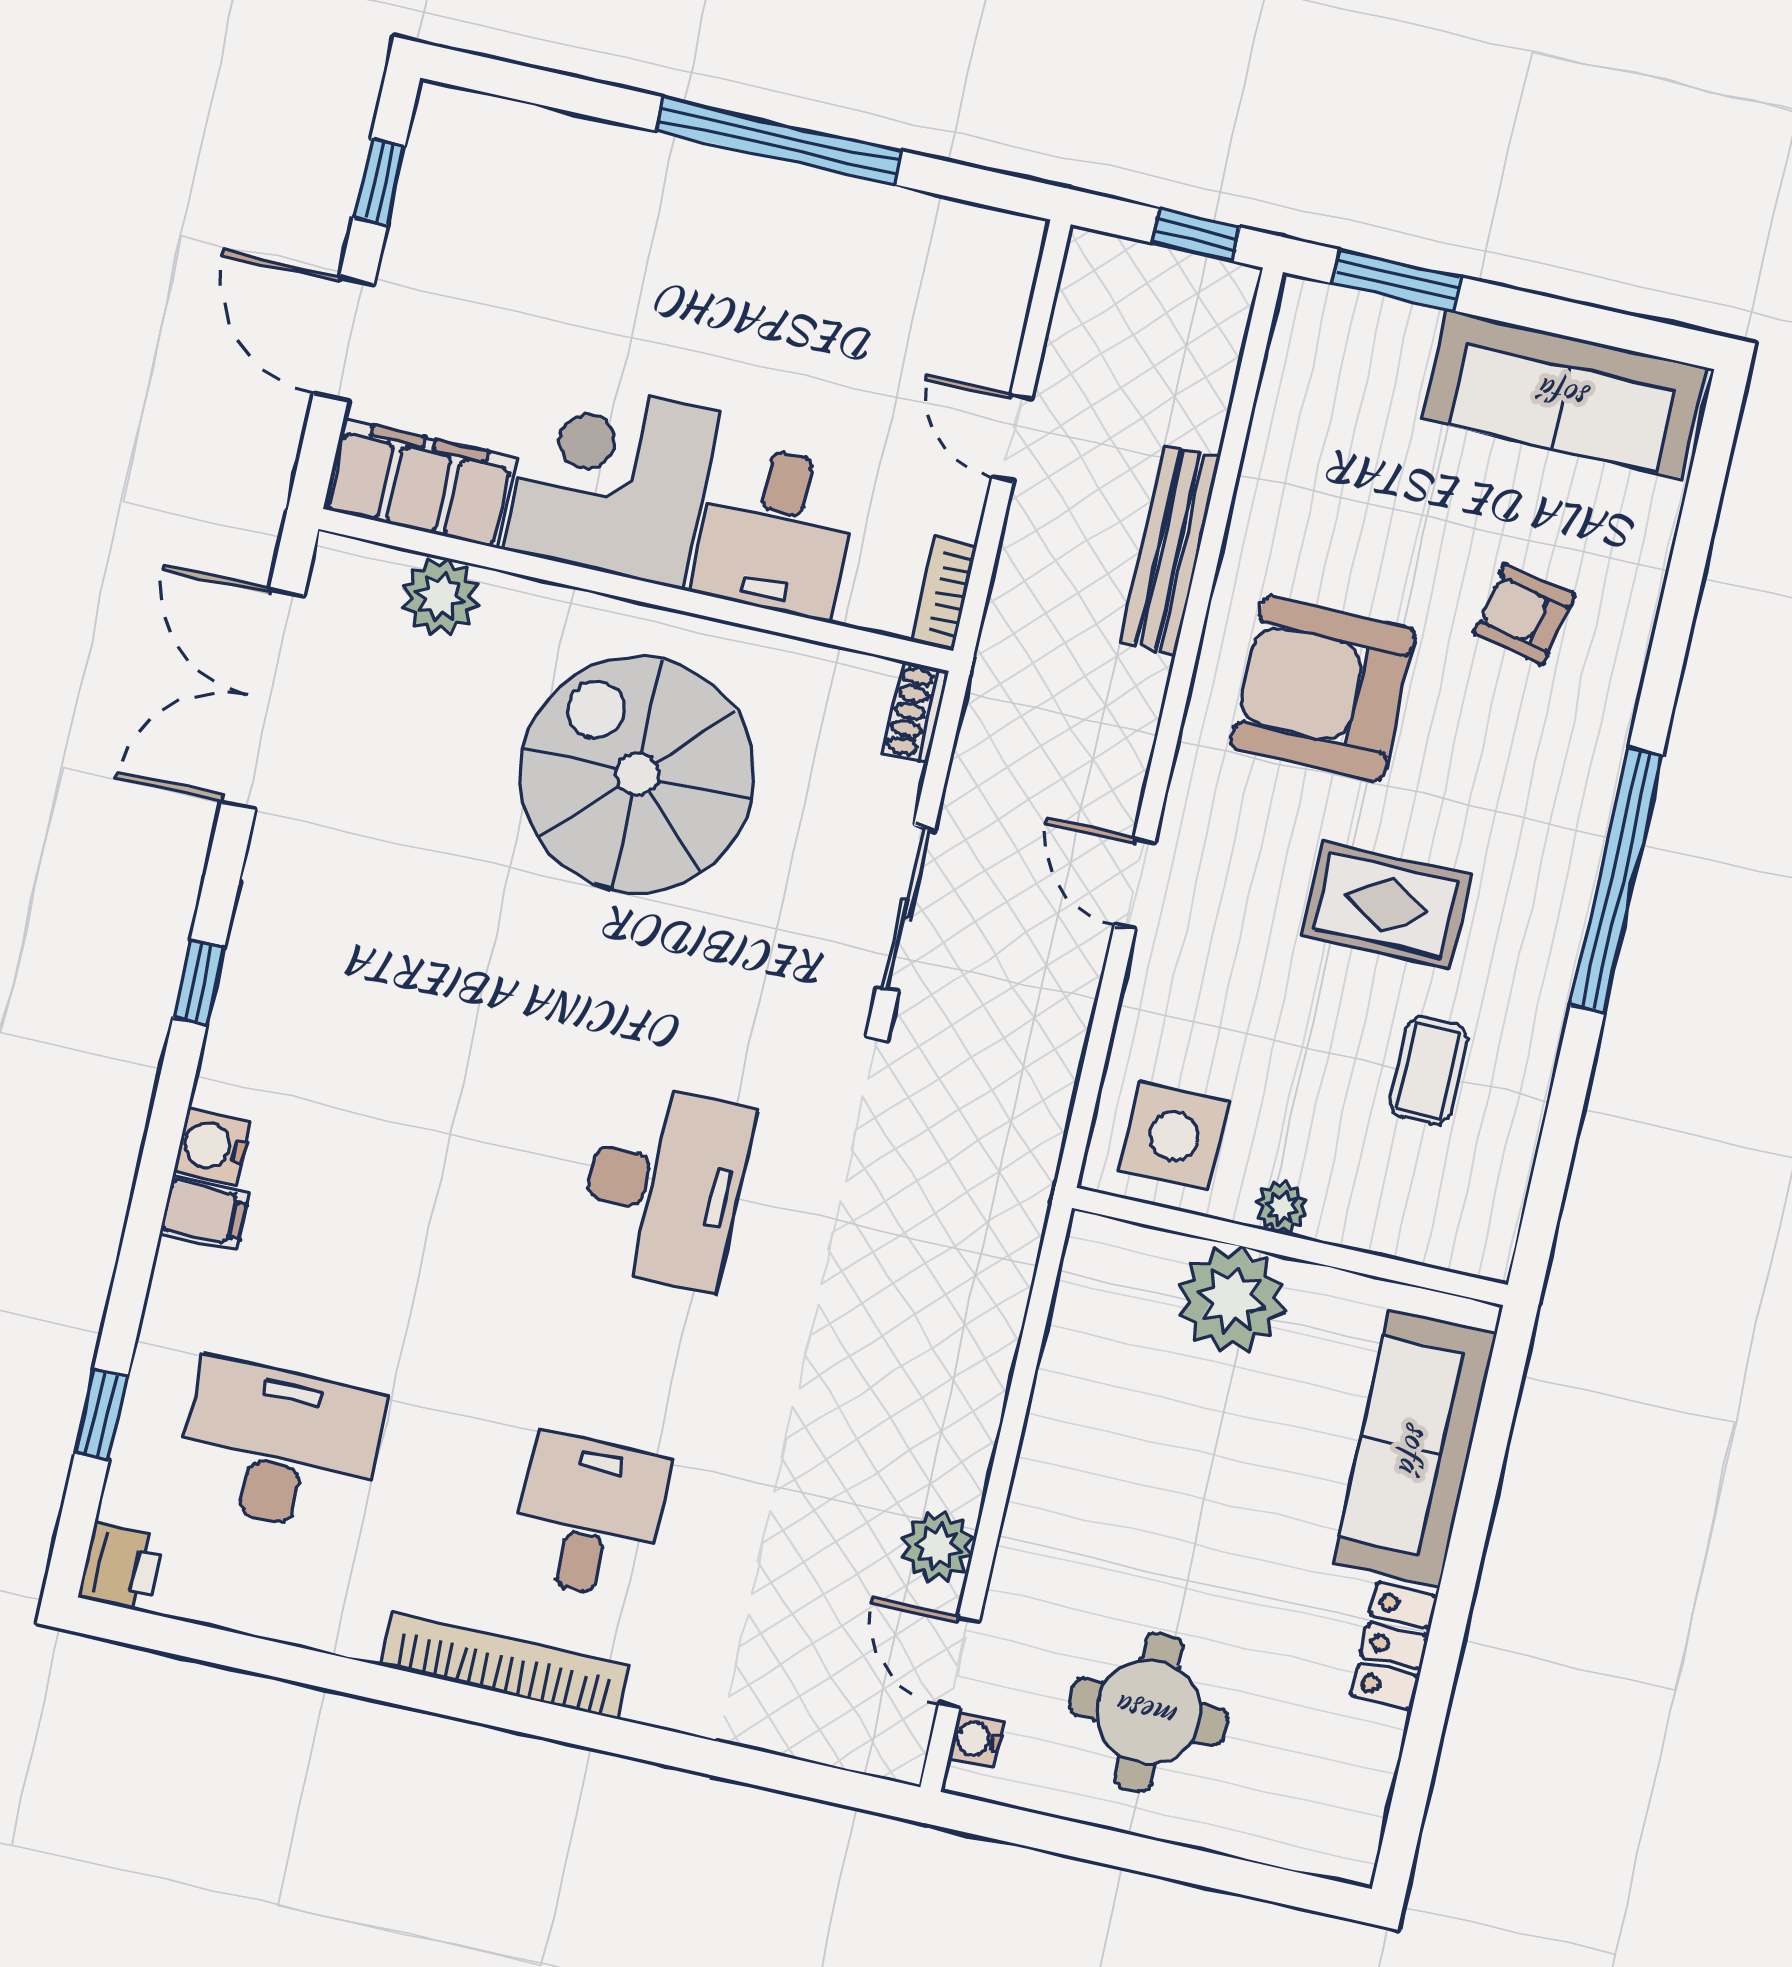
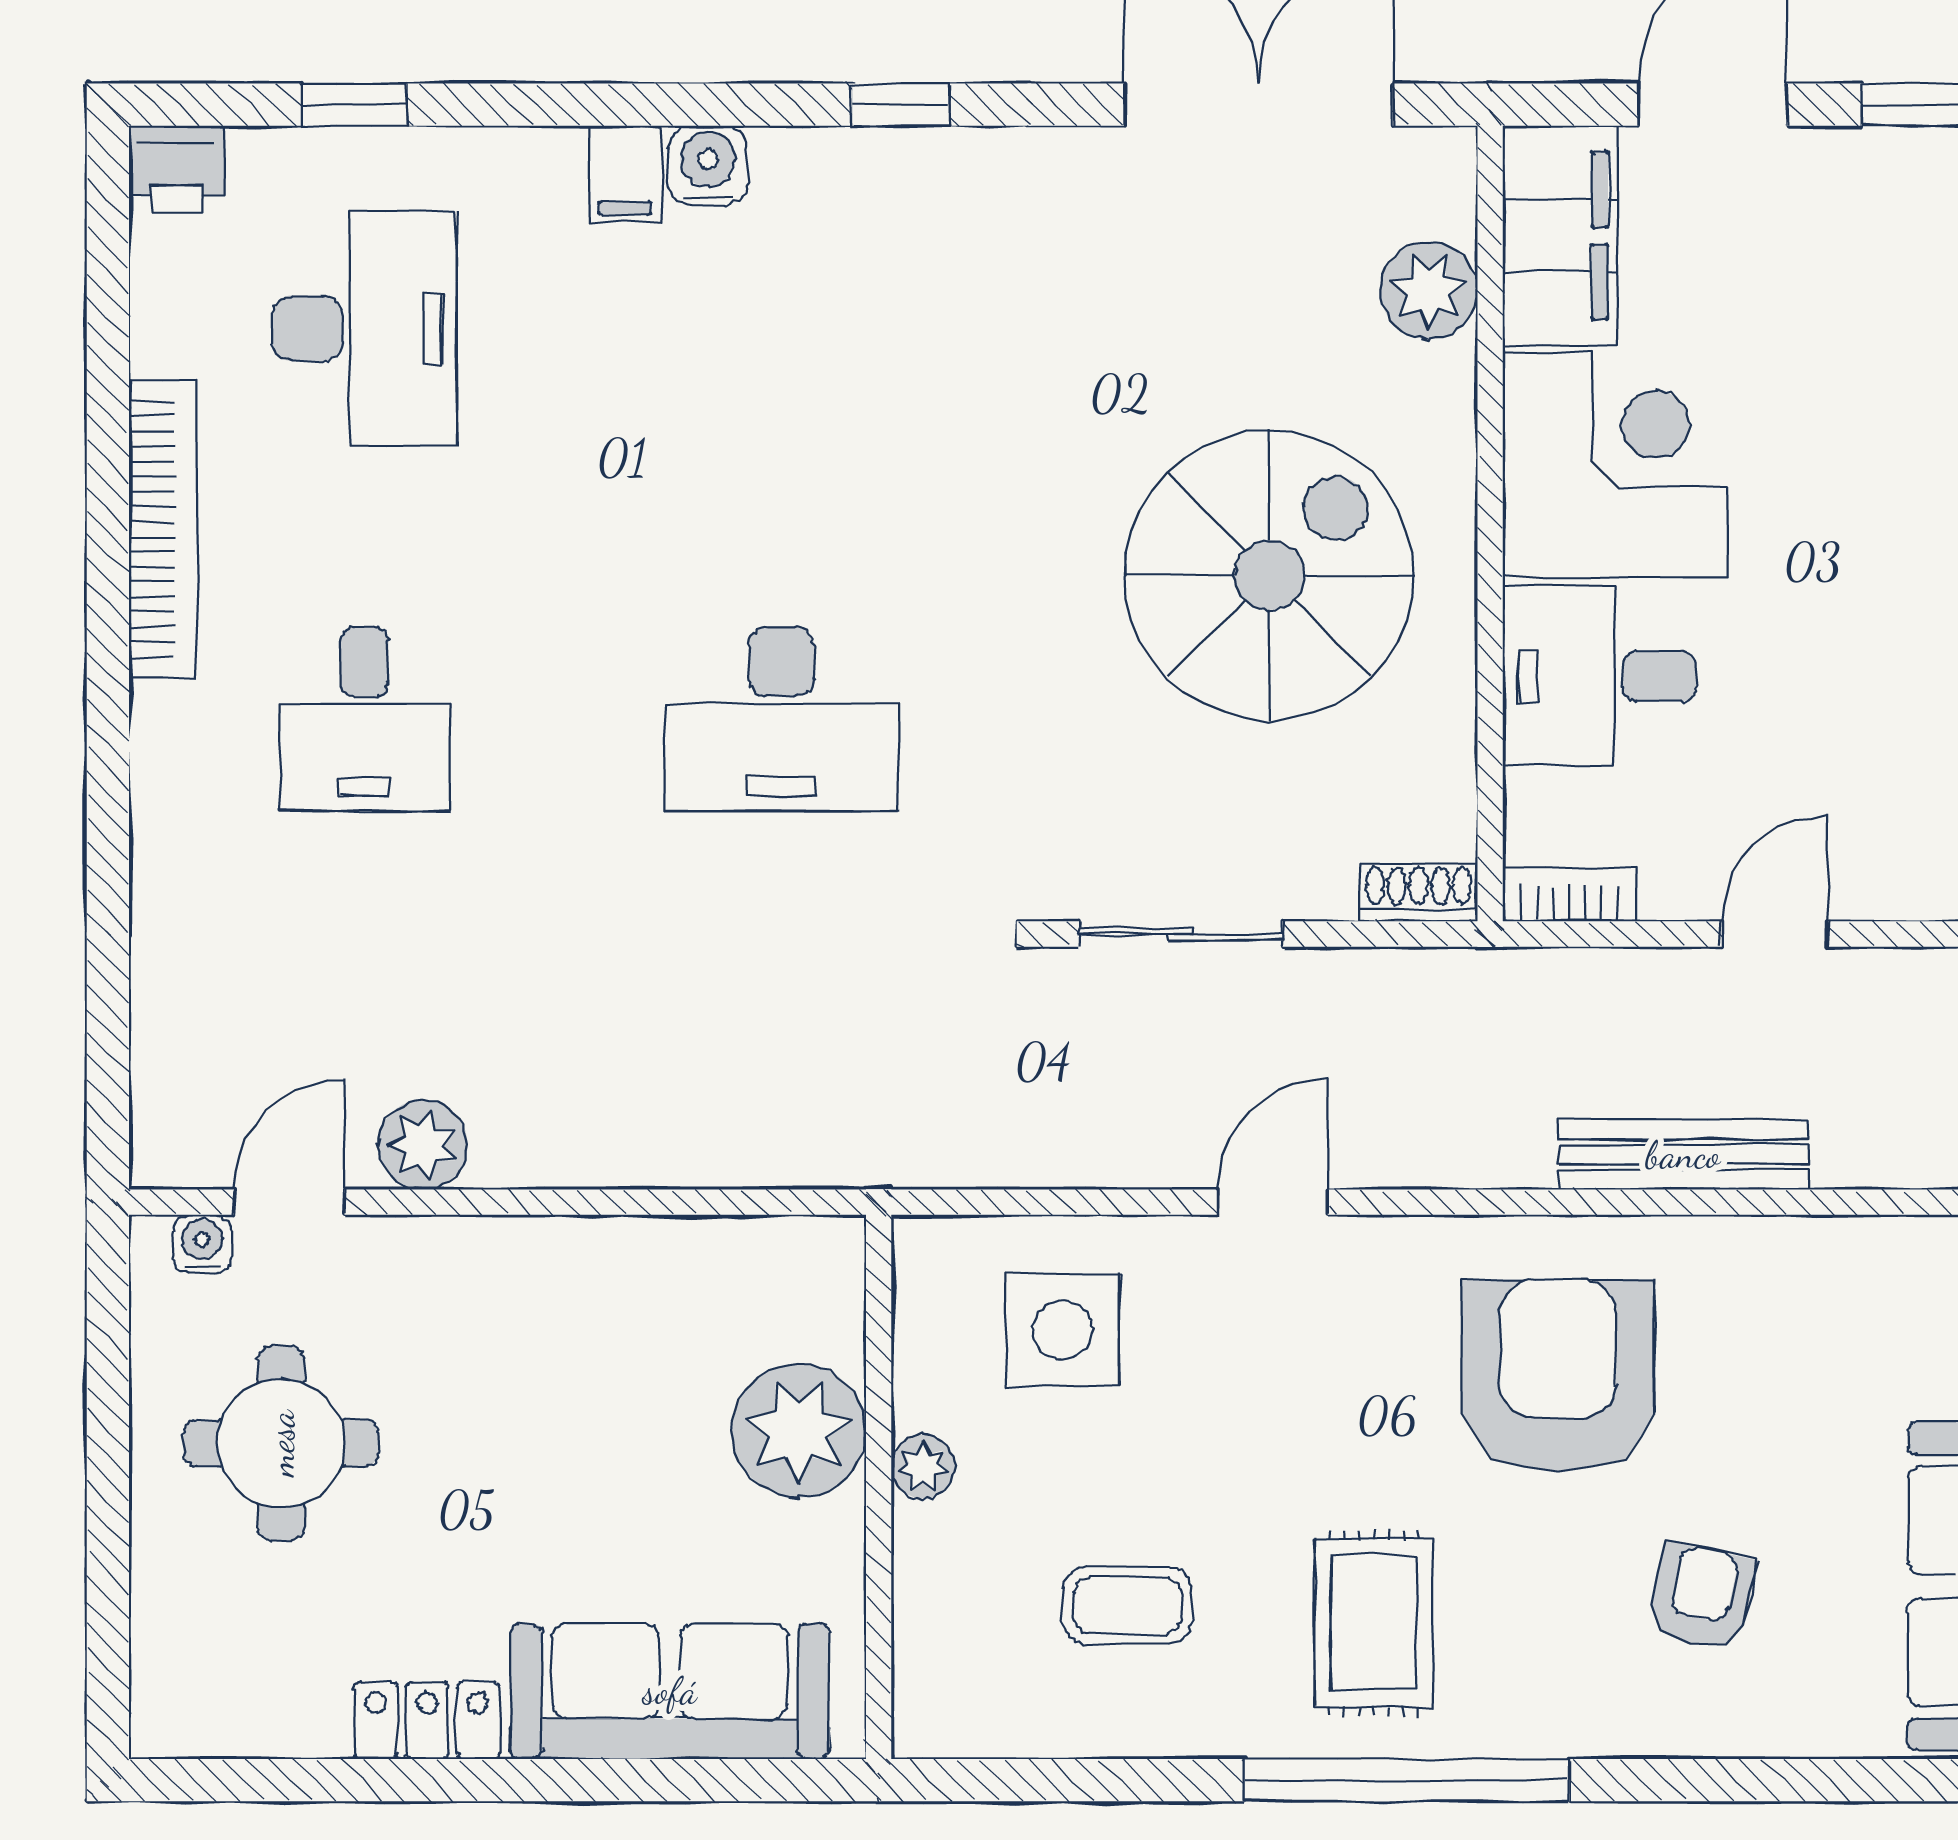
rug: (1386, 905) -> (1374, 1623), moved
side table: (1174, 1136) -> (1063, 1330), moved
desk: (590, 1517) -> (364, 719), turned 90
bookcase: (505, 1666) -> (163, 529), moved

